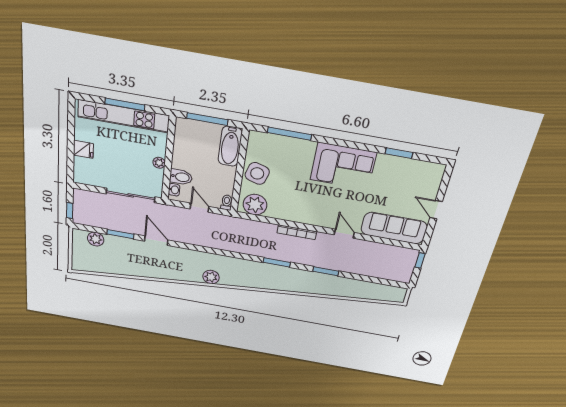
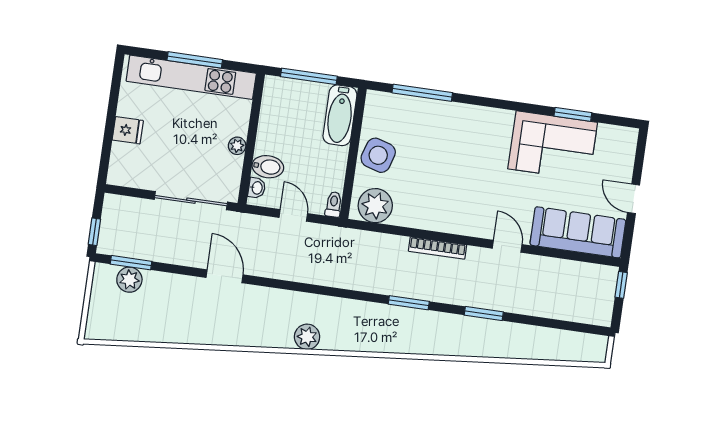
corner sofa: (343, 166) -> (553, 146), moved
window: (120, 234) -> (131, 263), moved

